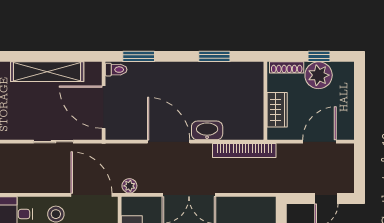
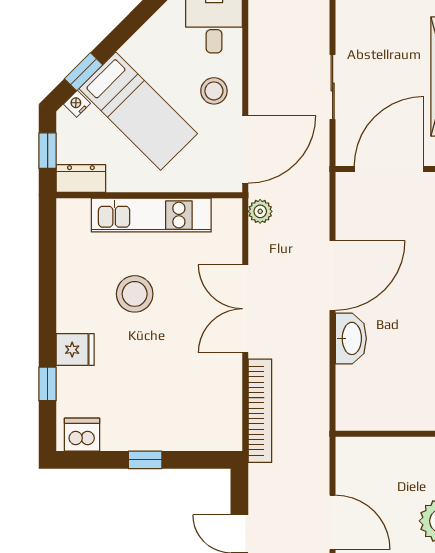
wardrobe: (277, 110) -> (385, 453), removed
bookcase: (244, 151) -> (260, 411), moved, turned 180

